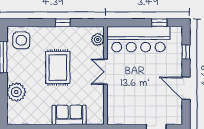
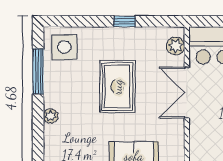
double door: (105, 72) -> (187, 93), width x1.37
plant: (16, 92) -> (51, 116), width x0.53, depth x0.53

